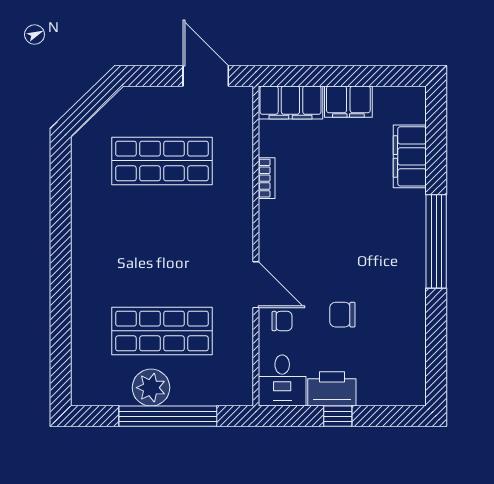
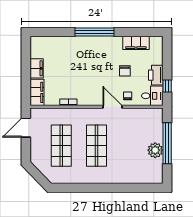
filing cabinet: (410, 156) -> (136, 43), moved
door: (256, 285) -> (113, 107), hinge flipped
shop shelf: (162, 331) -> (96, 146), moved
window: (338, 416) -> (167, 86), moved

